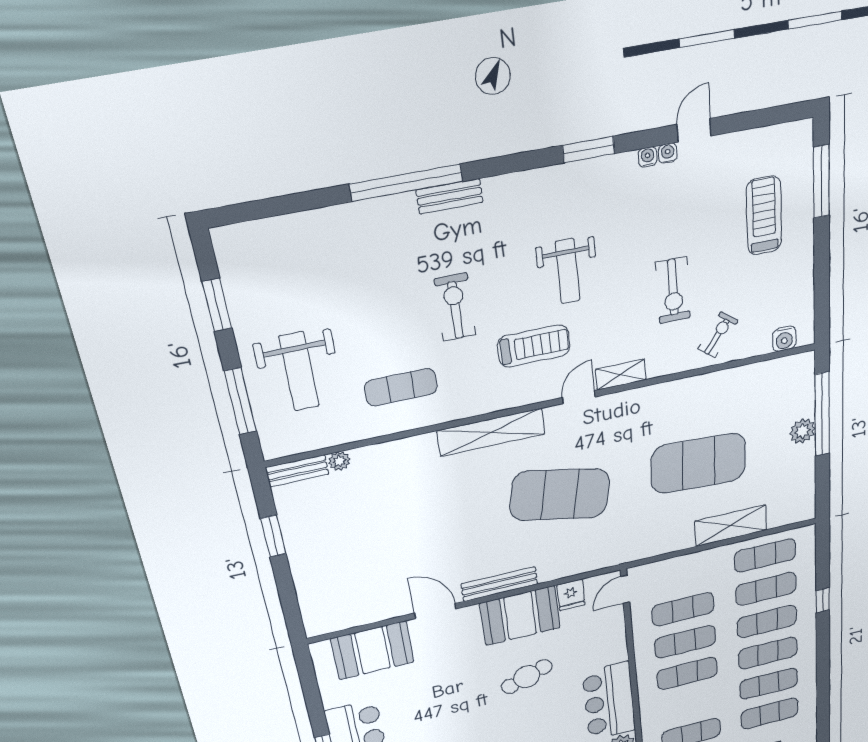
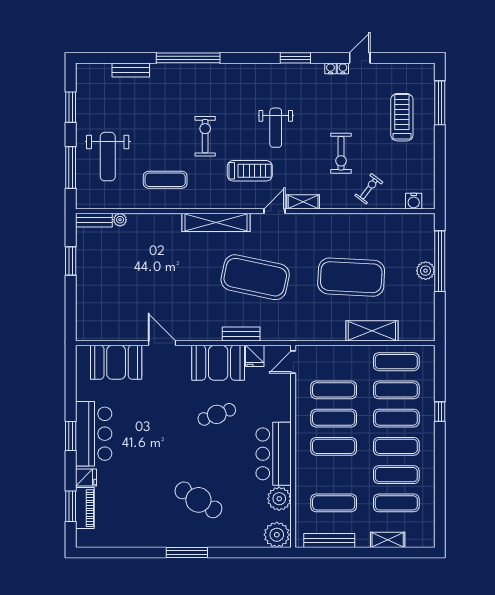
bench: (450, 196) -> (131, 70), moved
bench: (500, 584) -> (241, 334), moved, width x0.73

